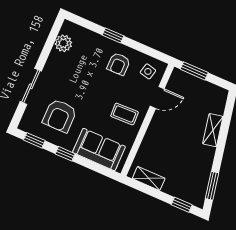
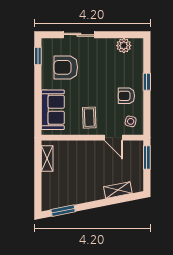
shelving: (213, 130) -> (118, 190), moved
window: (65, 154) -> (38, 85), removed
window: (182, 205) -> (38, 193), removed

